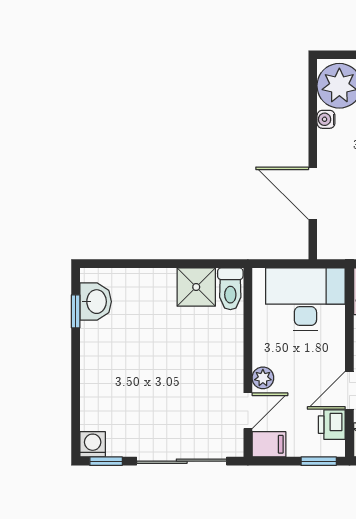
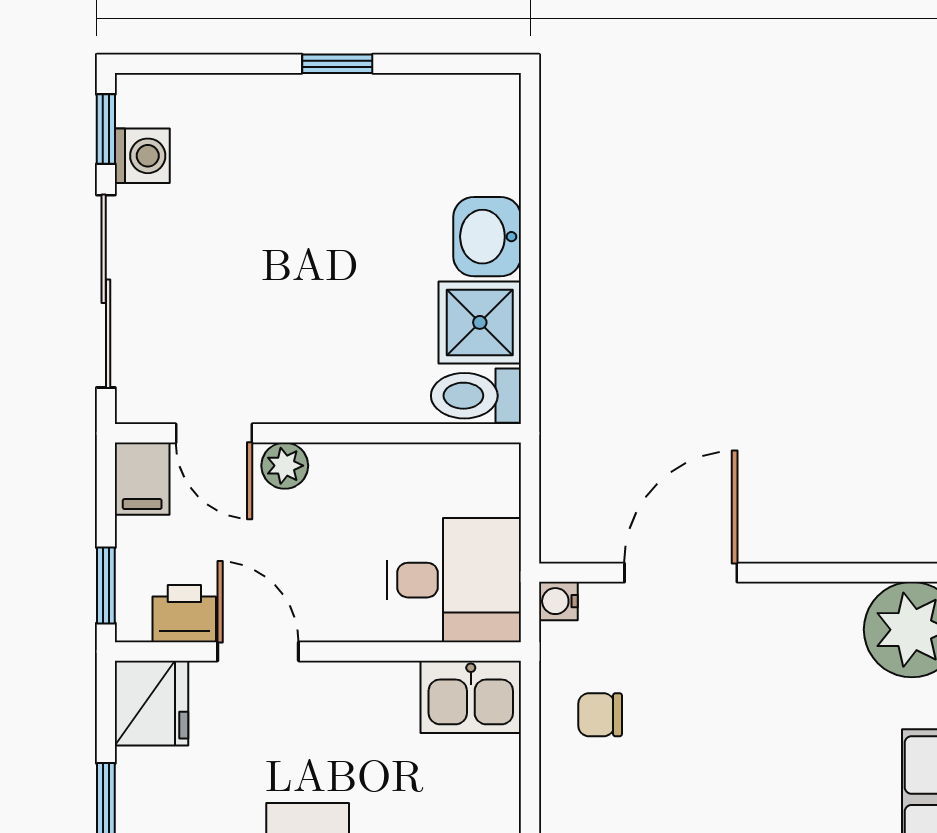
water cooler: (326, 119) -> (558, 601), moved, turned -90
desk: (305, 299) -> (454, 580), width x0.73
washbasin: (96, 302) -> (487, 237), moved, turned 90
window: (76, 311) -> (337, 64), moved
washing machine: (93, 444) -> (142, 156), moved

